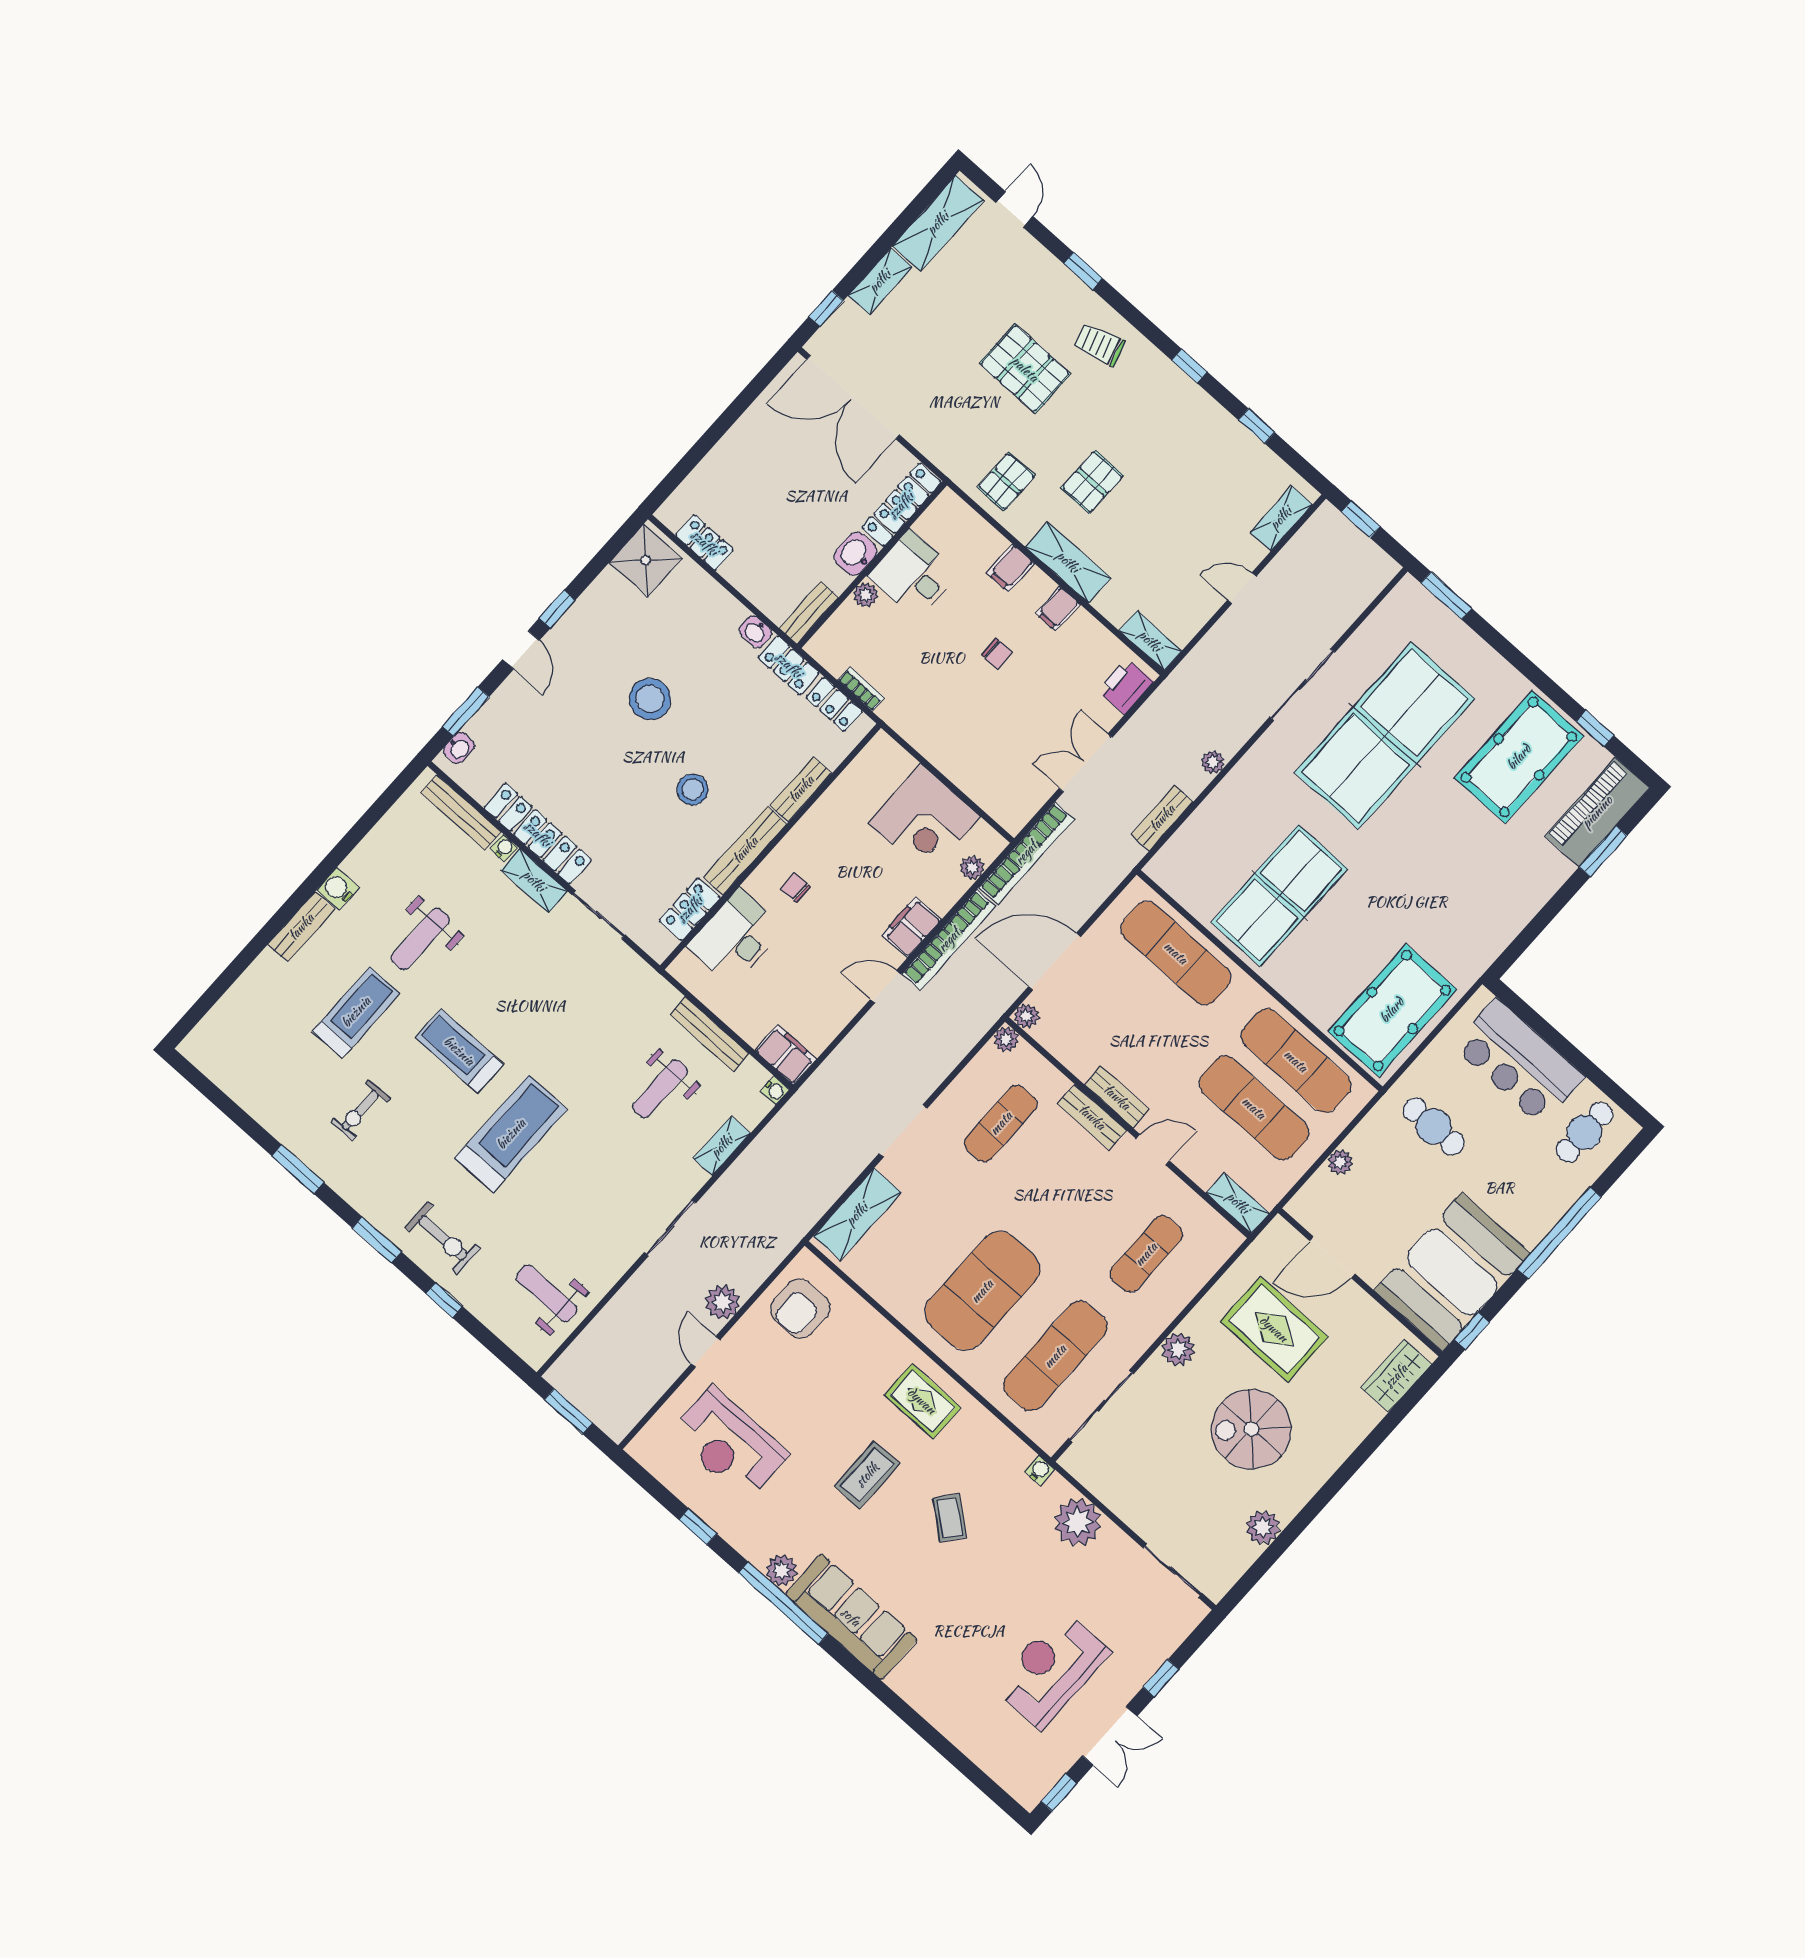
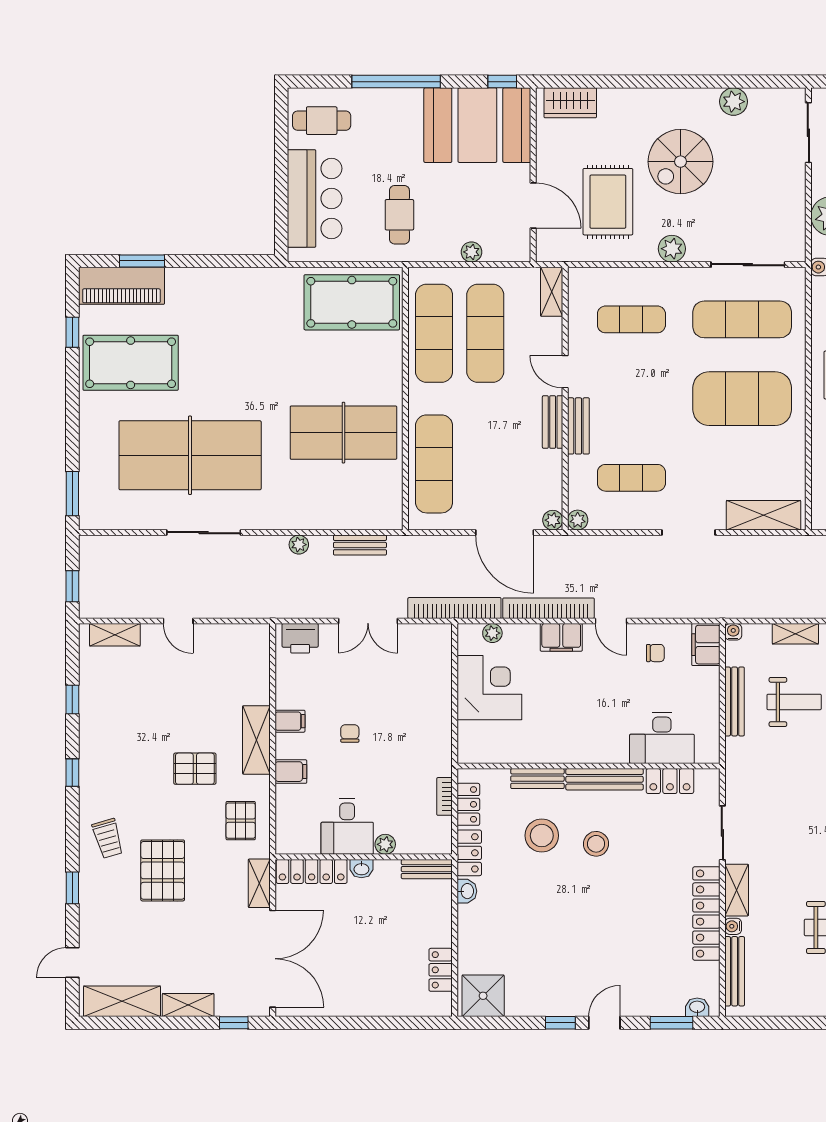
pallet: (1007, 481) -> (241, 821), turned 90
washbasin: (855, 554) -> (361, 869), width x0.72, depth x0.69
shelving: (1150, 641) -> (259, 883), moved
stool: (650, 699) -> (542, 836), moved
chair: (796, 888) -> (655, 653), moved, turned -90
spiral stairs: (1251, 1429) -> (681, 162), turned 90

